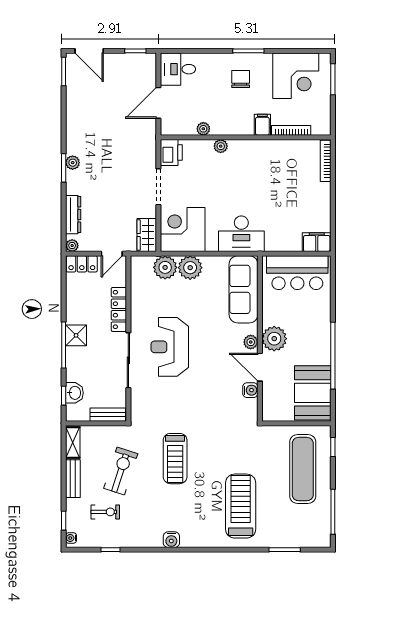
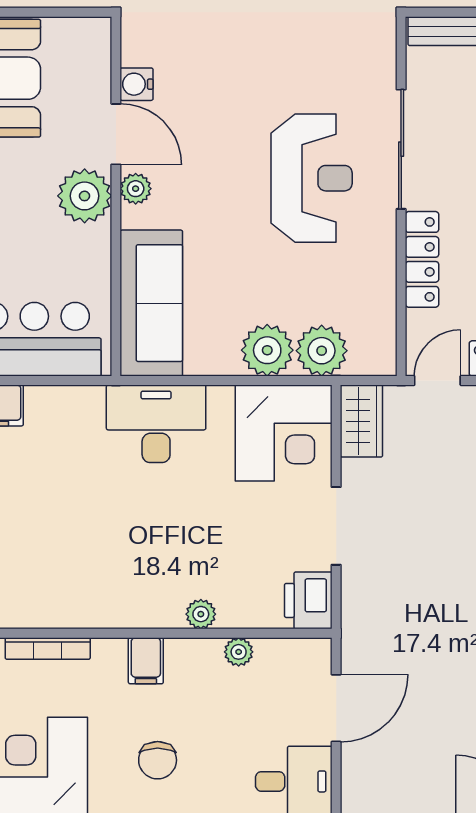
filing cabinet: (262, 125) -> (146, 661), moved

